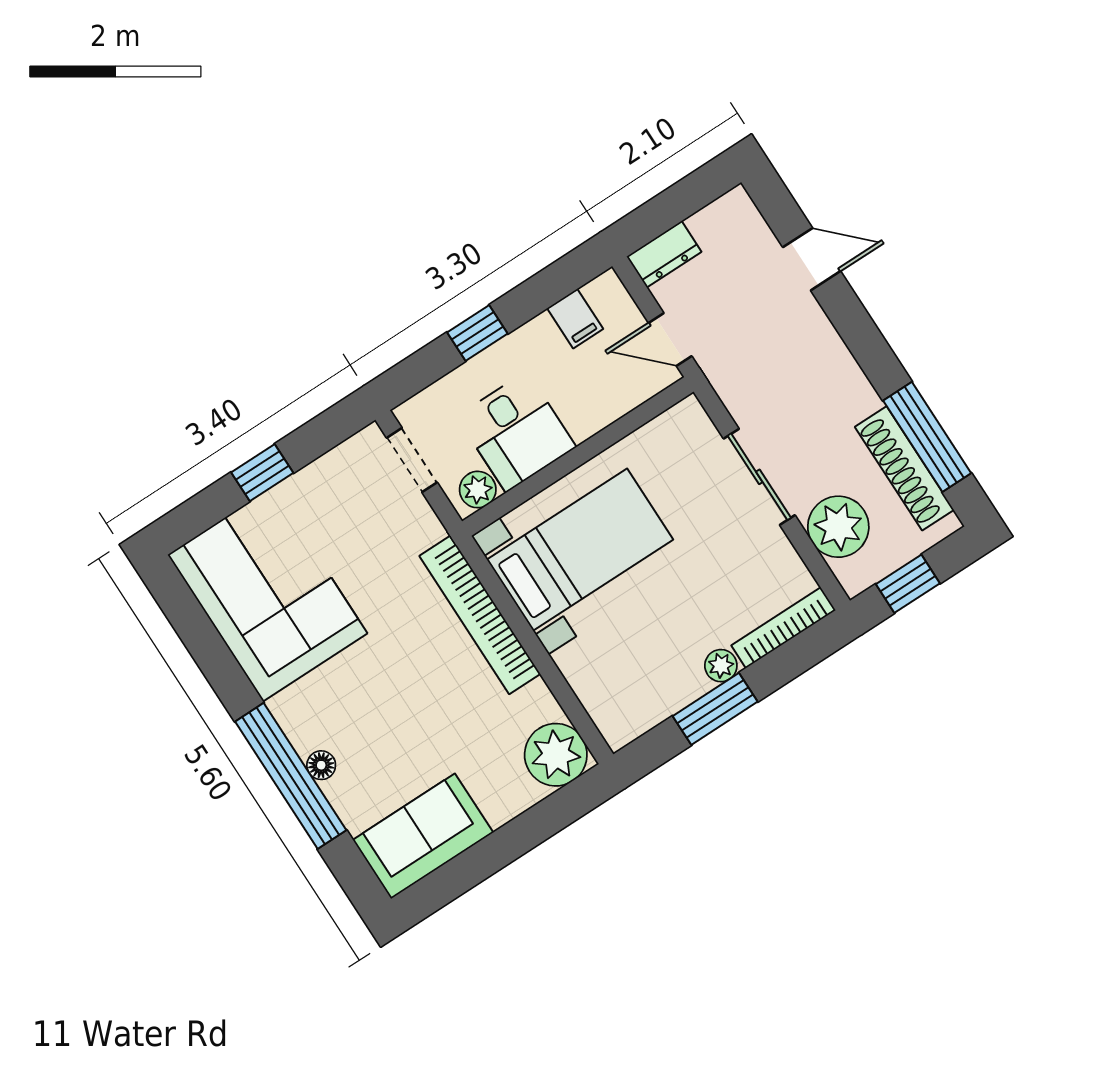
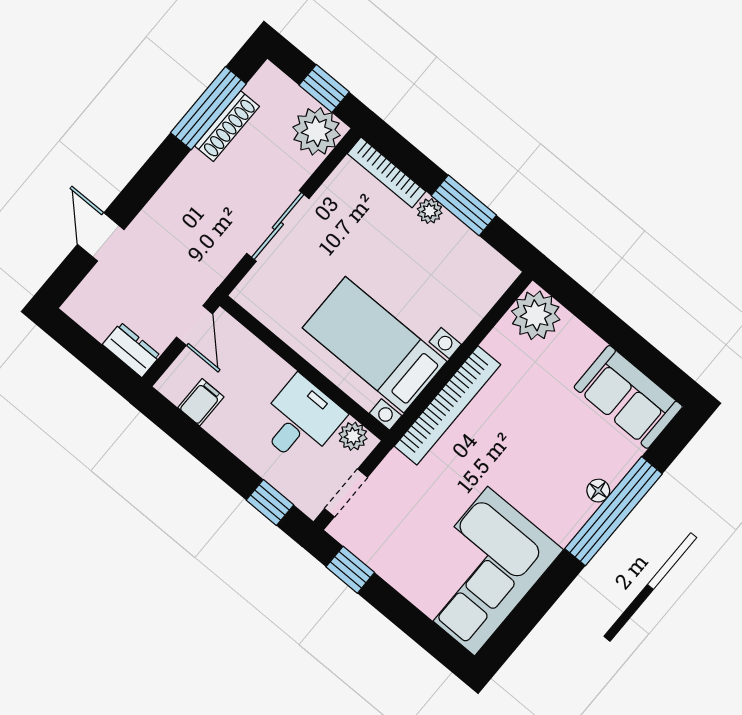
window: (477, 333) -> (270, 503), moved
shoe rack: (904, 468) -> (227, 126), width x0.74, depth x0.81
window: (262, 473) -> (350, 570), moved
plant: (838, 527) -> (316, 131), moved

